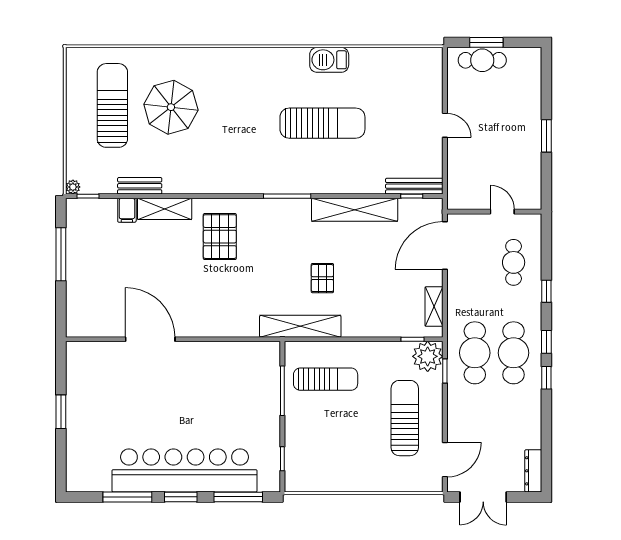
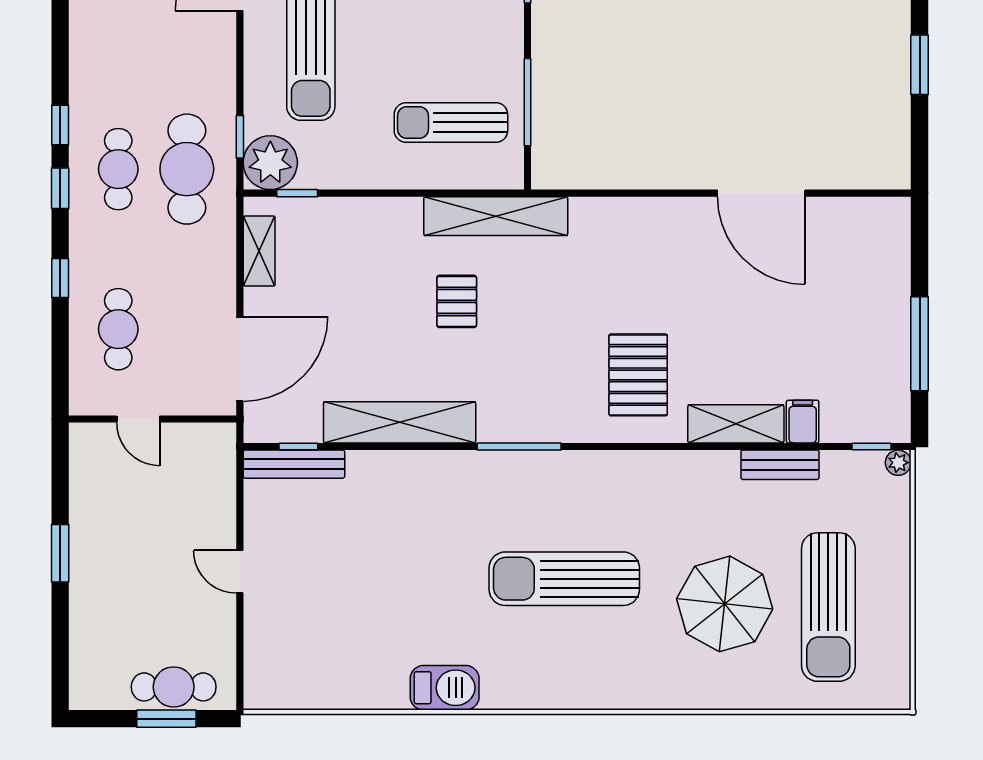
sun lounger: (322, 123) -> (564, 579), moved
cafe table: (514, 353) -> (118, 169), width x0.73, depth x0.74

